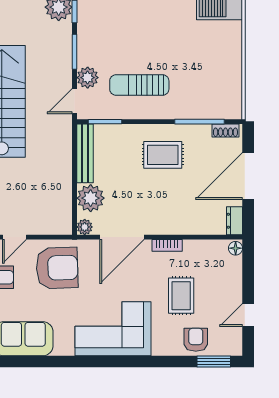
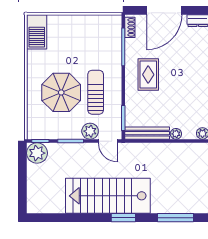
parasol: (139, 39) -> (61, 92), added
sun lounger: (139, 85) -> (96, 92), turned 180
door: (248, 176) -> (164, 10), hinge flipped
plant: (91, 198) -> (176, 134), width x0.53, depth x0.53

